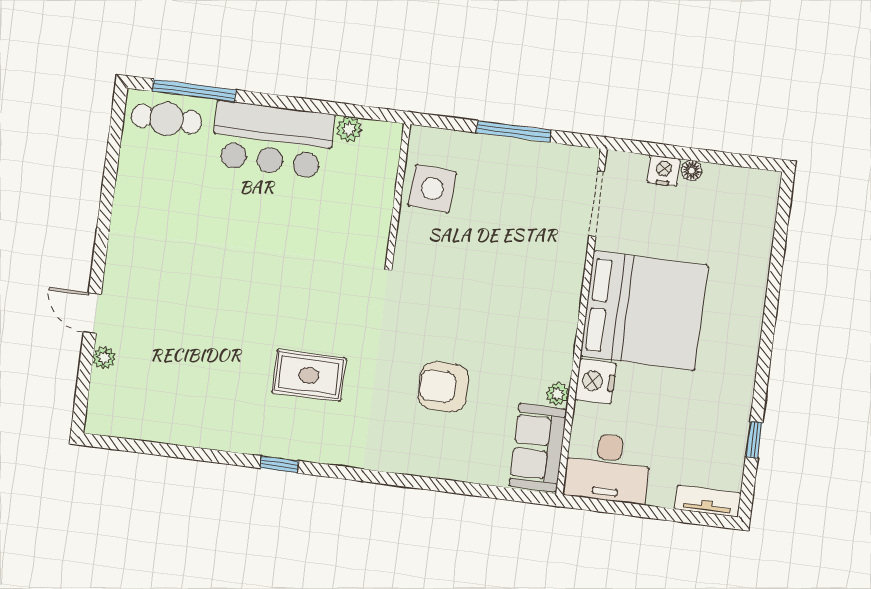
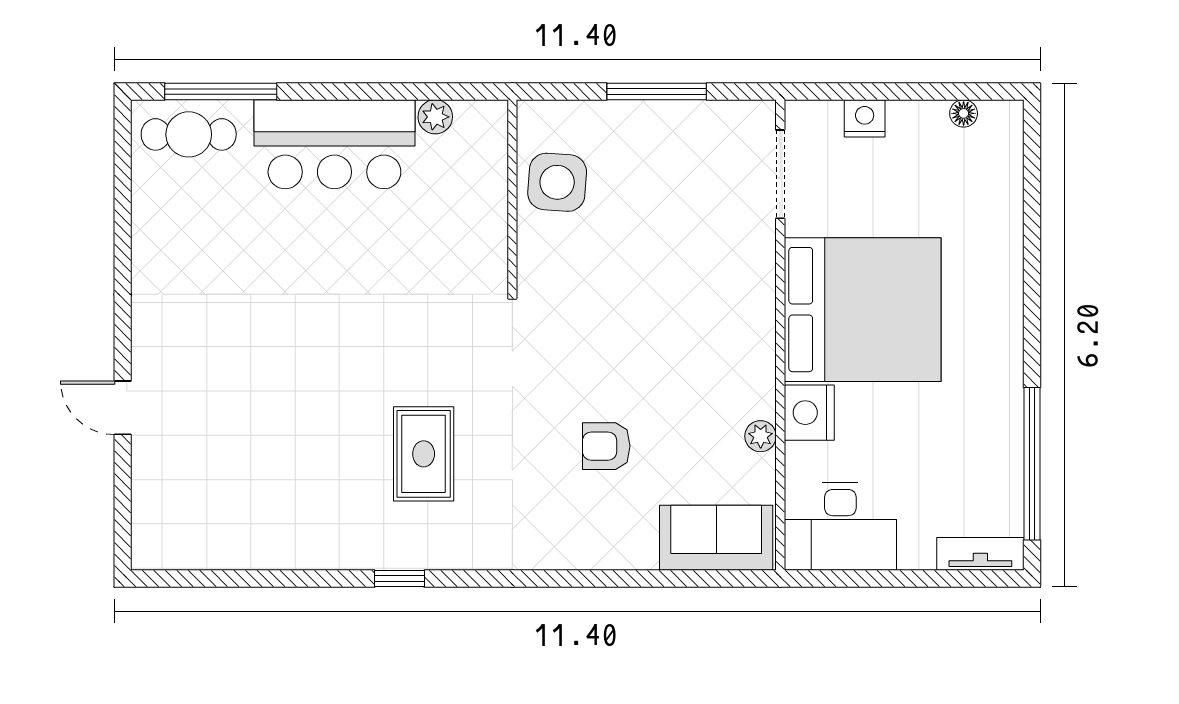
floor lamp: (692, 171) -> (964, 113), moved
plant: (104, 358) -> (146, 466), removed
rug: (309, 375) -> (424, 454), turned 90
armchair: (443, 387) -> (606, 446), width x0.72, depth x0.72
window: (754, 440) -> (1032, 464), width x3.17
sofa: (538, 448) -> (716, 538), moved, turned 90

